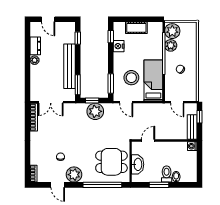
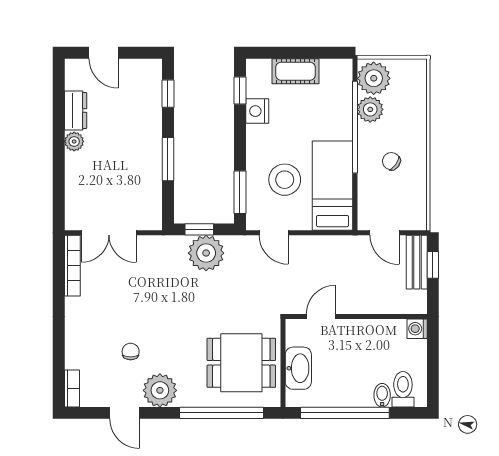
bench: (69, 66) -> (150, 155), removed
window: (78, 85) -> (168, 159), moved
bench: (192, 127) -> (417, 262), moved
toilet: (167, 174) -> (403, 389), moved
window: (159, 185) -> (345, 413), width x2.11

